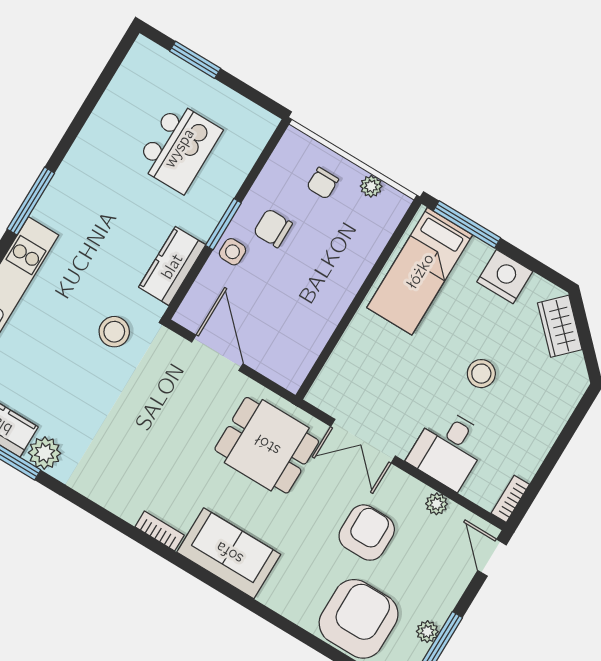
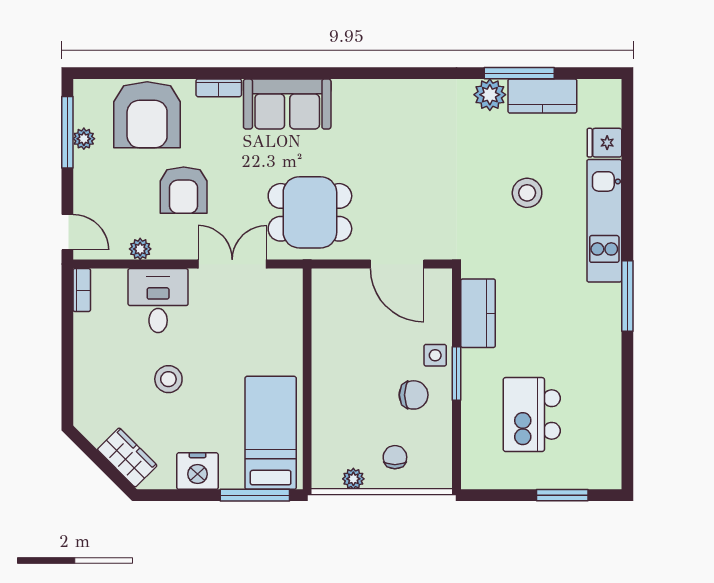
stool: (114, 332) -> (527, 193), moved
bookcase: (160, 531) -> (219, 88), moved

